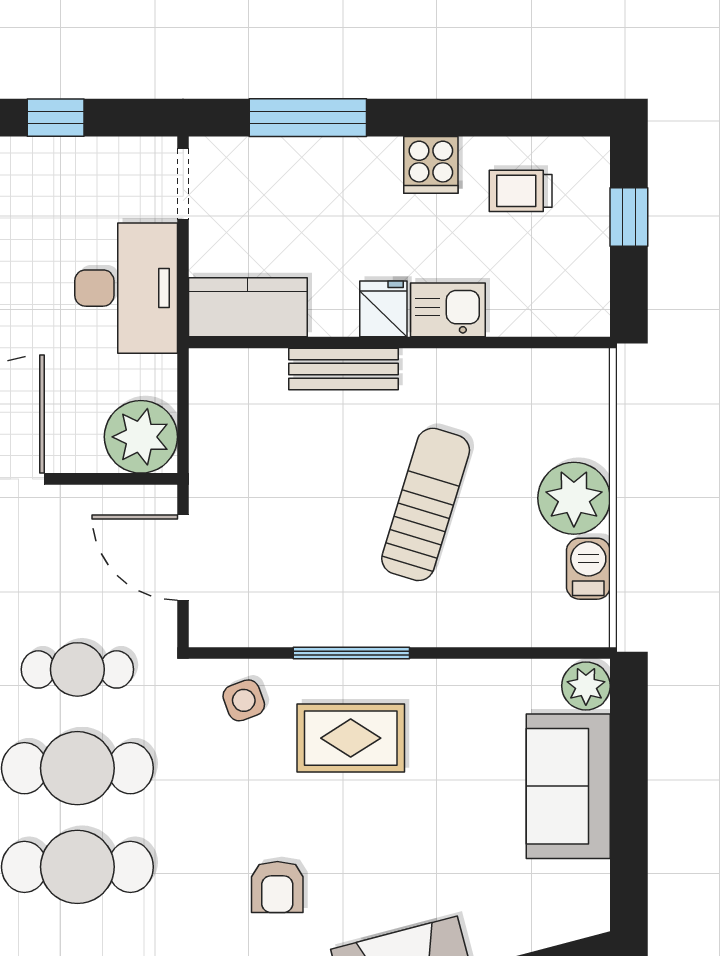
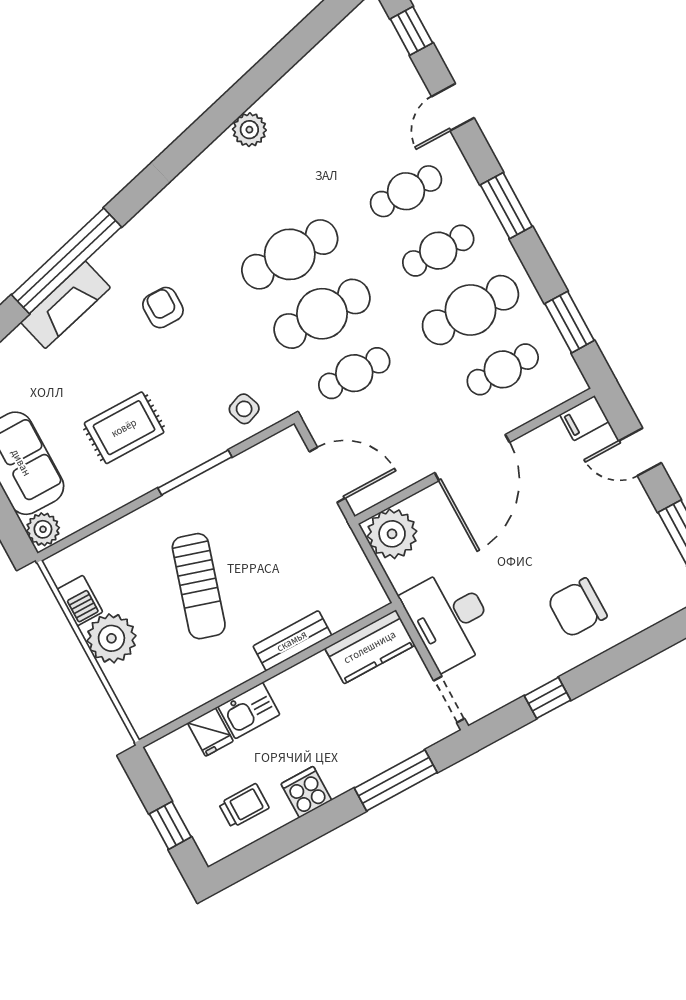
fridge: (383, 309) -> (210, 732), moved
rug: (351, 738) -> (124, 428), moved

